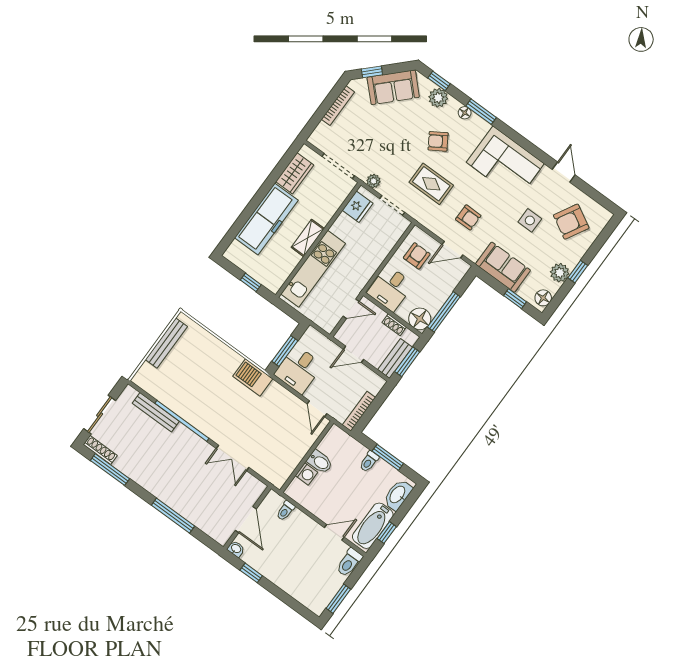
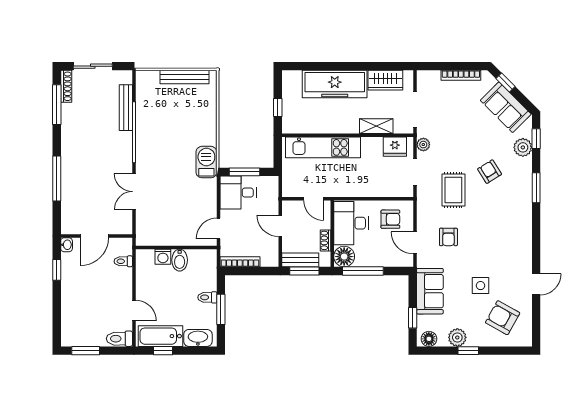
floor lamp: (465, 113) -> (526, 176), removed
corner sofa: (505, 163) -> (511, 235), removed
shelving: (308, 238) -> (376, 126), moved
desk: (390, 288) -> (351, 223), width x1.37

